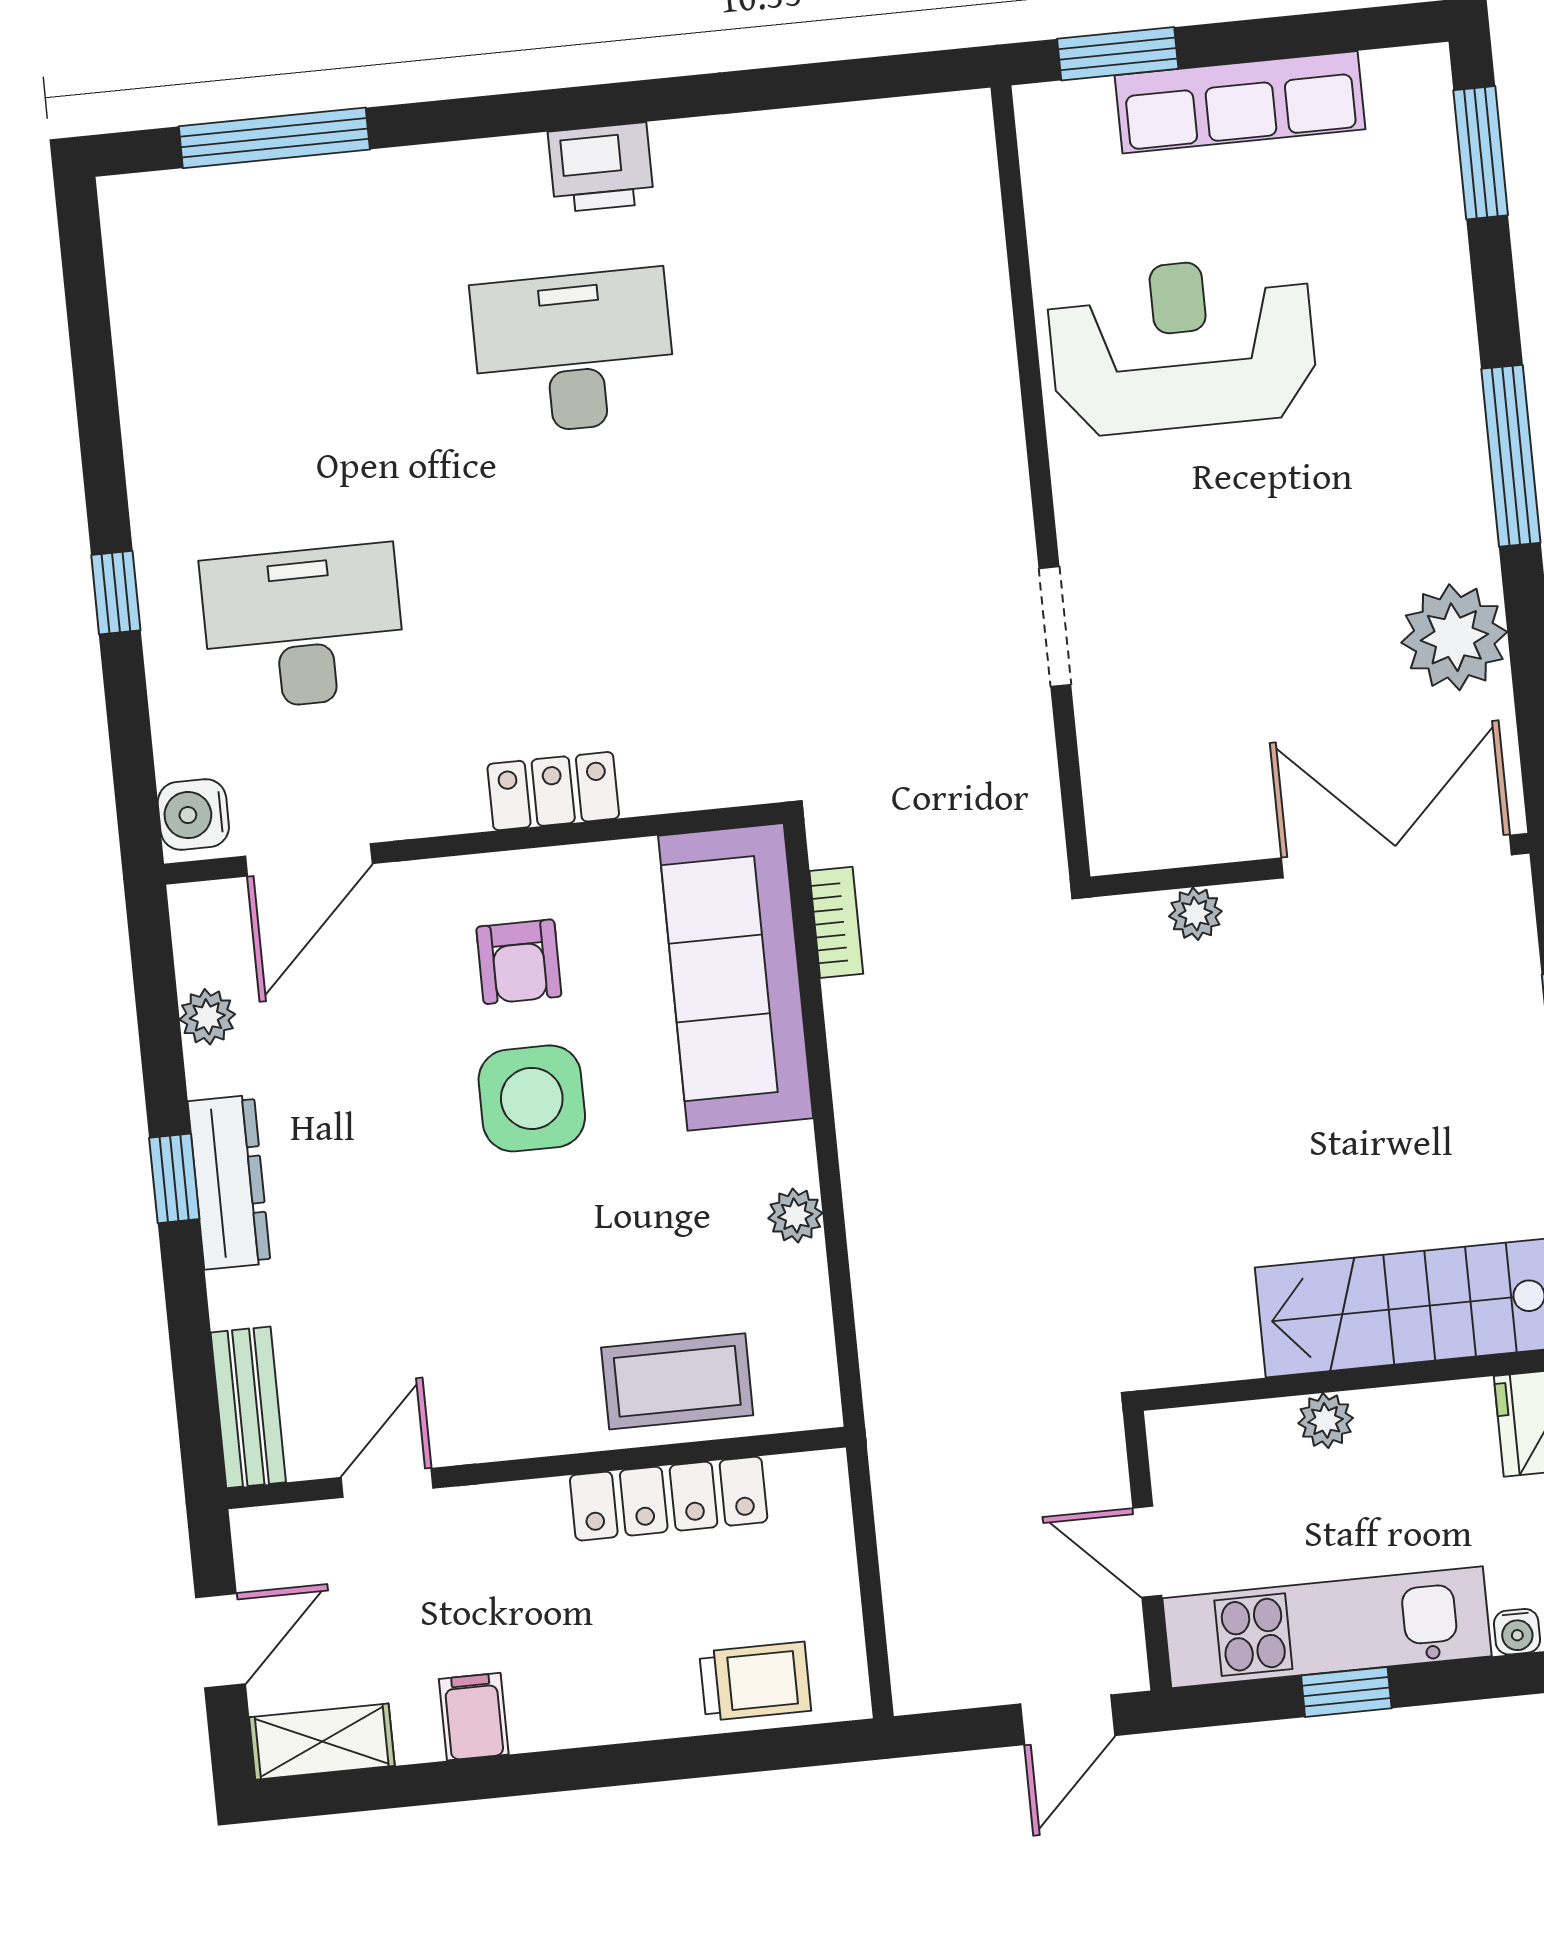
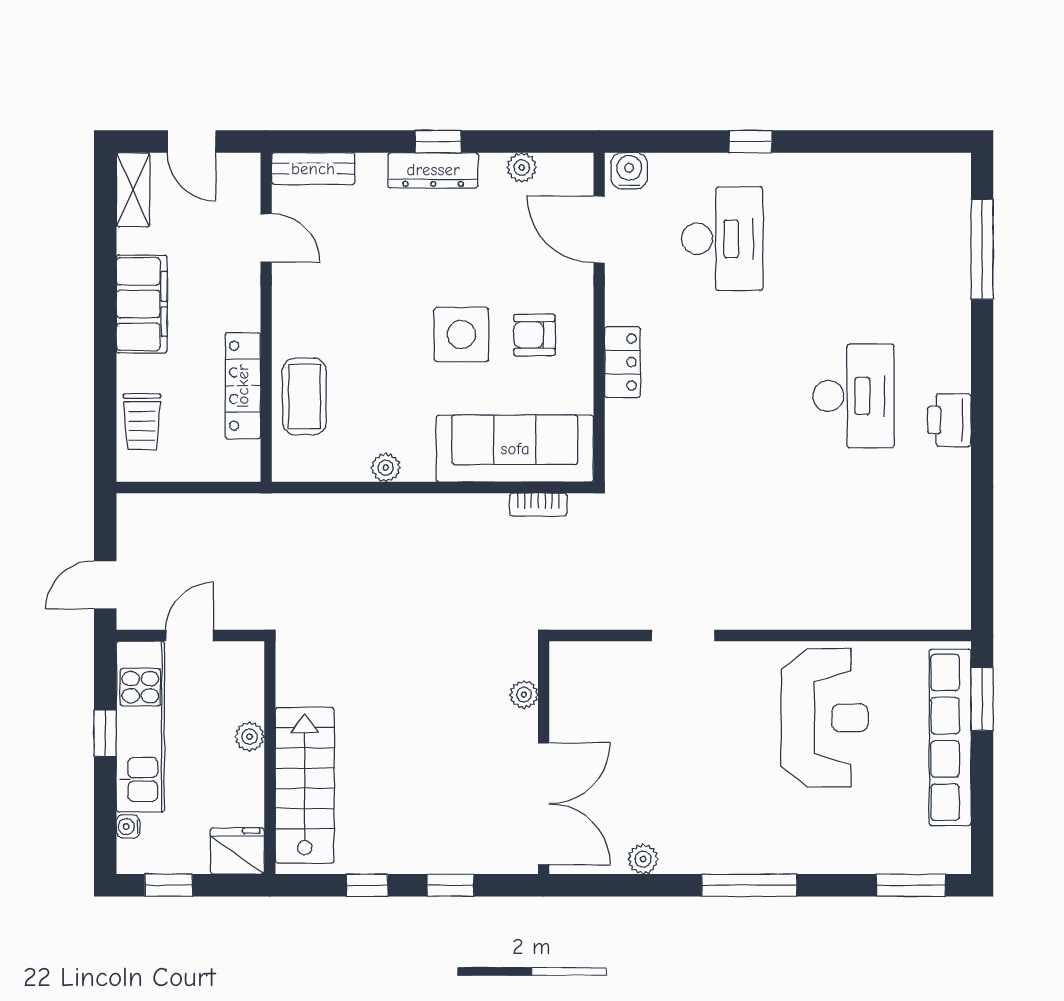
row of seats: (1240, 102) -> (950, 737), width x1.36
plant: (1454, 637) -> (643, 859), width x0.53, depth x0.53
filing cabinet: (474, 1717) -> (142, 304), width x3.00, depth x1.17
door: (1068, 1720) -> (105, 585), hinge flipped

